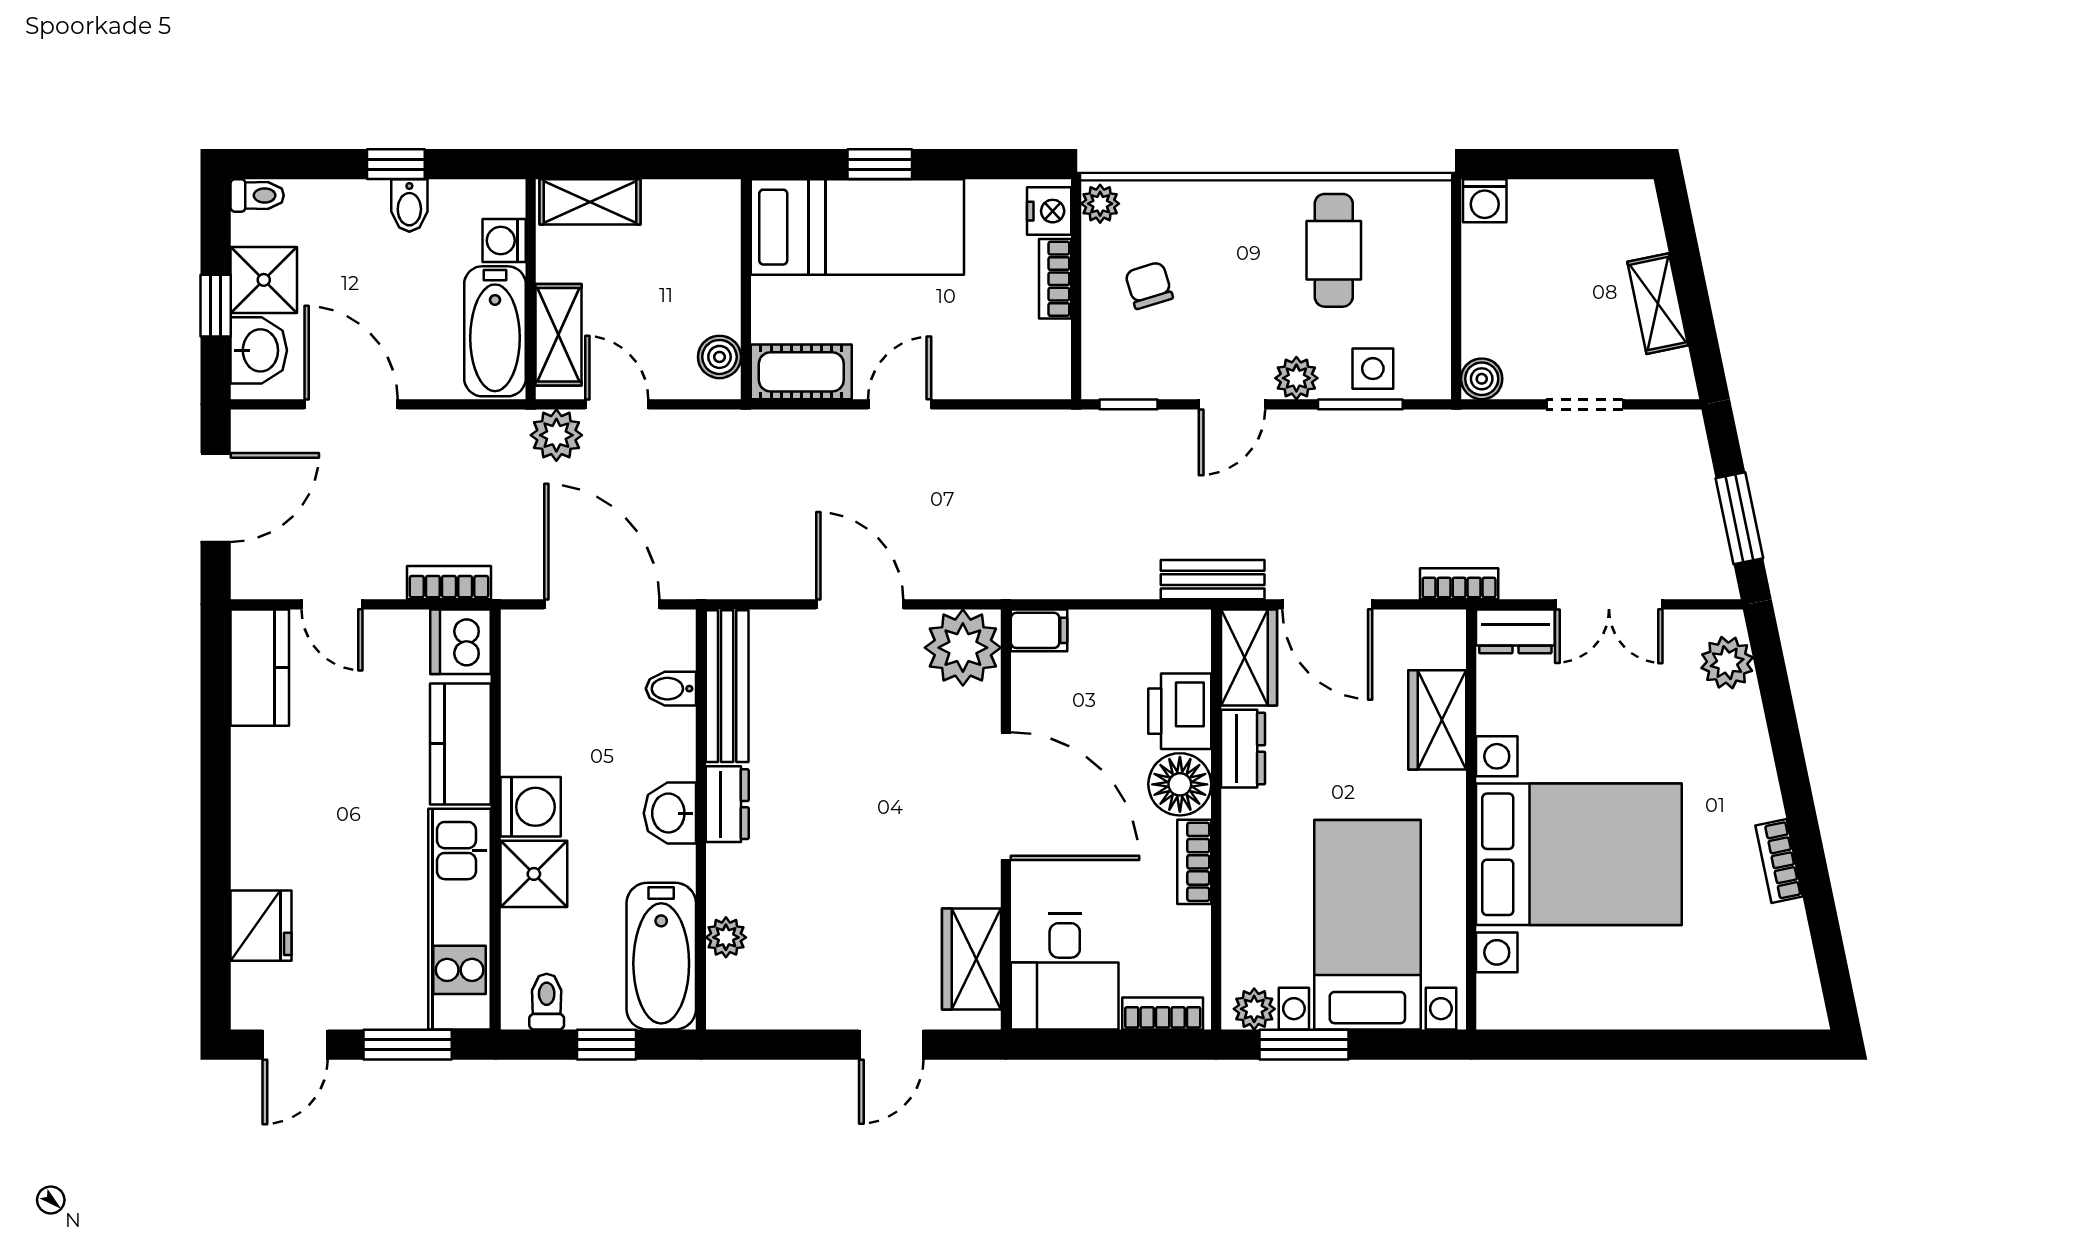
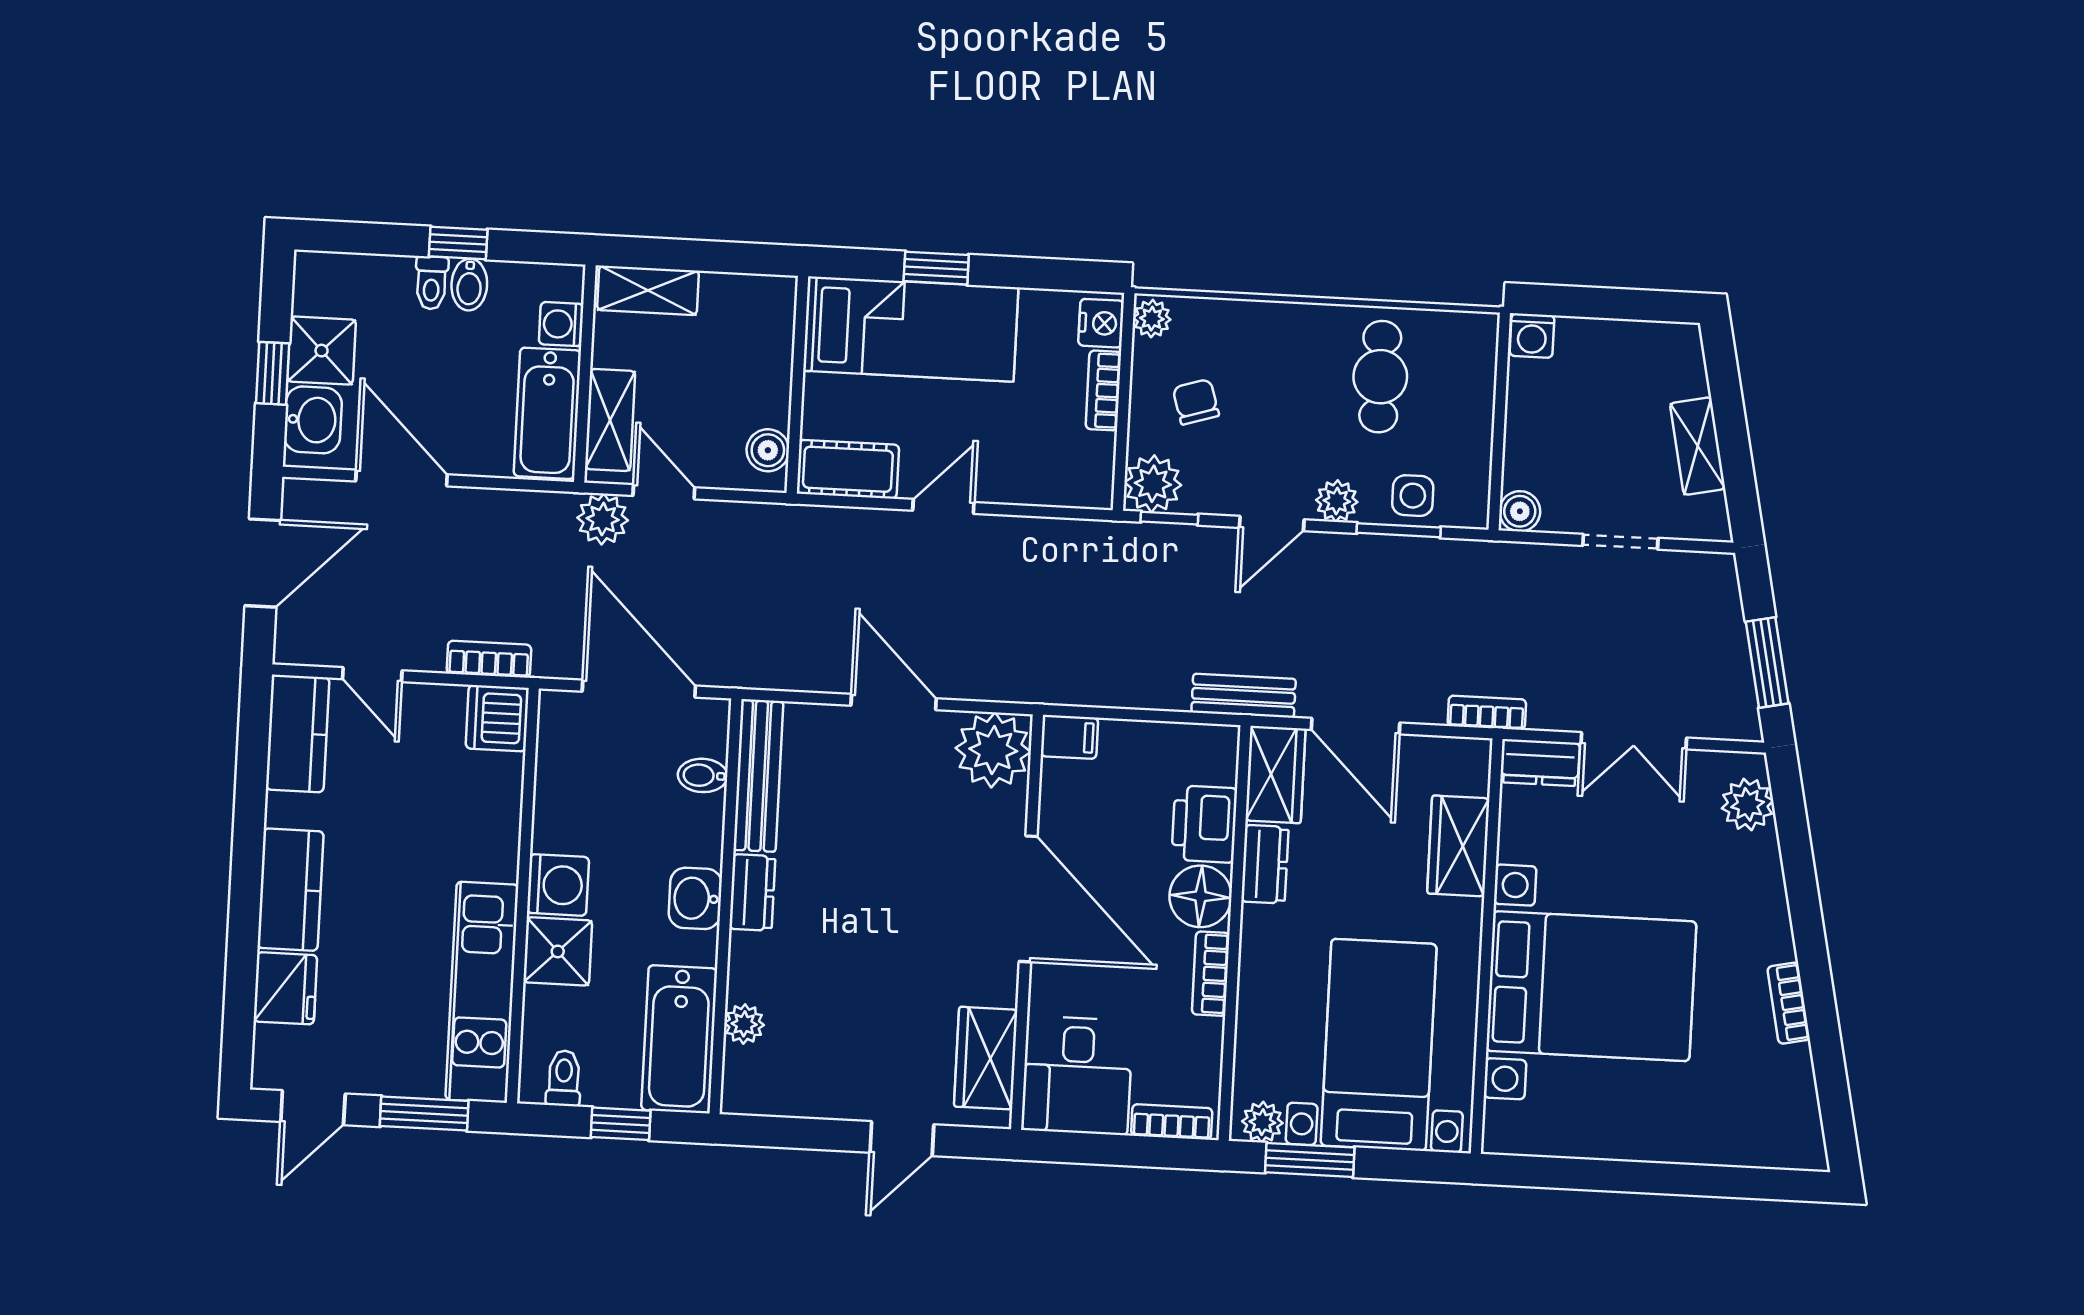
toilet: (257, 195) -> (431, 283), moved, turned 90
plant: (1110, 370) -> (1153, 484), added
kitchen counter: (460, 744) -> (290, 890), moved, turned 180

